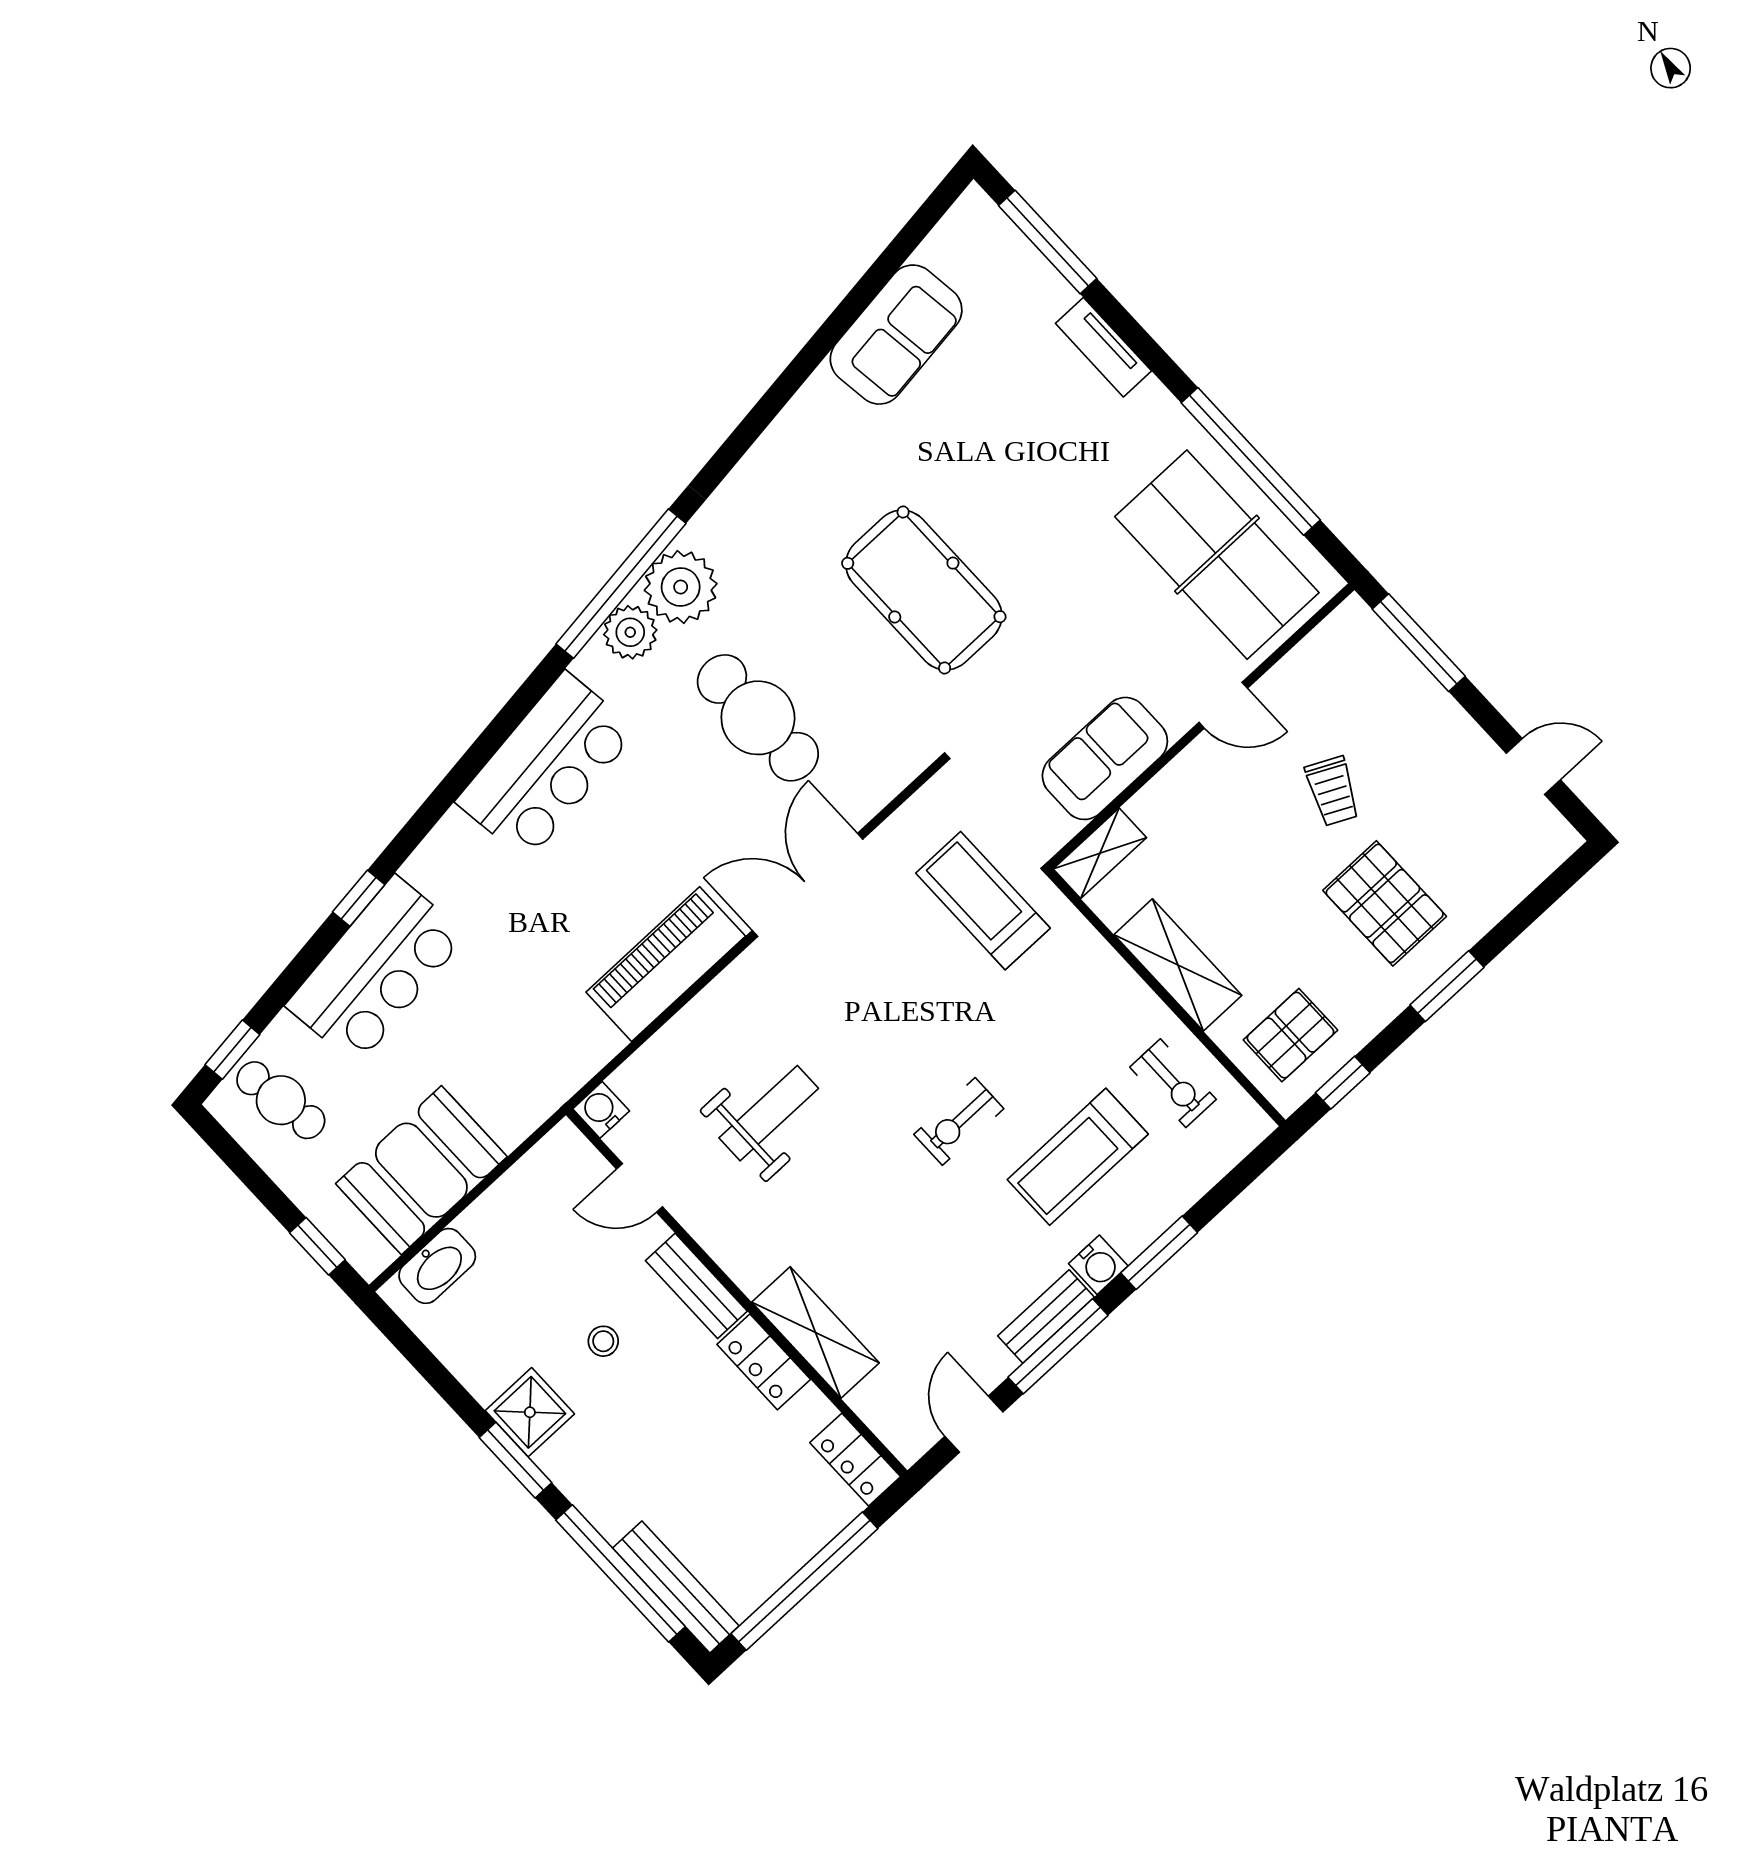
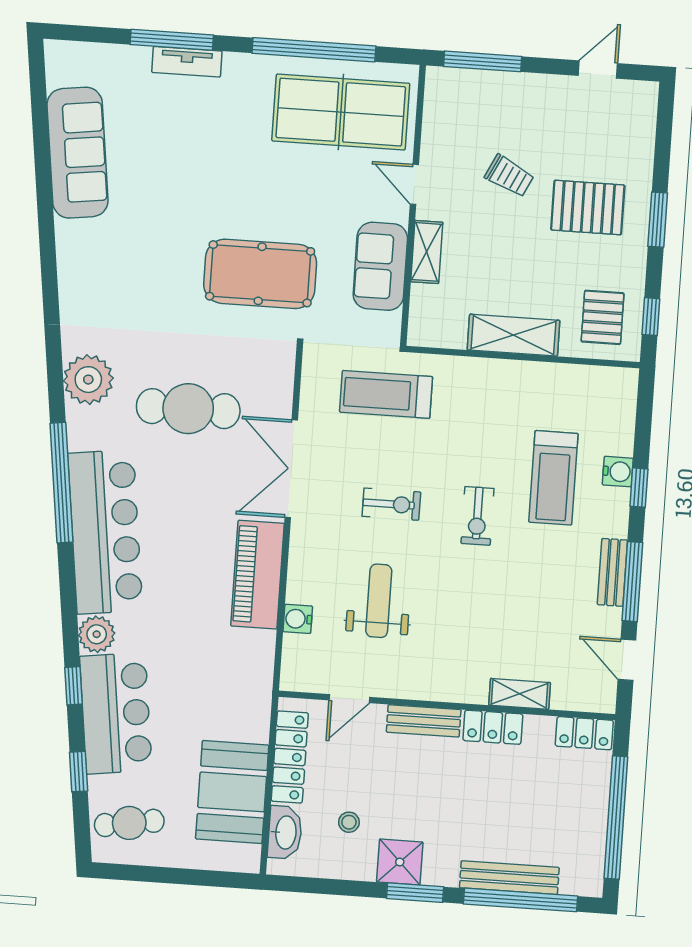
window: (1048, 242) -> (172, 40), moved
sofa: (896, 335) -> (77, 153), width x1.36
window: (621, 584) -> (61, 483), moved
pool table: (924, 590) -> (260, 274), moved
plant: (630, 632) -> (97, 634), moved
door: (1223, 705) -> (414, 184), swing flipped
bar counter: (546, 766) -> (105, 532), width x1.36
shelving: (1100, 853) -> (427, 252), moved
window: (232, 1050) -> (79, 772), moved
exercise bike: (1173, 1083) -> (391, 504), moved
water cooler: (601, 1110) -> (298, 619), moved
locker: (518, 1190) -> (290, 757), added
window: (317, 1246) -> (216, 879), removed
window: (1159, 1253) -> (639, 488), width x0.67
water cooler: (1098, 1265) -> (618, 472), moved
shelving: (815, 1333) -> (520, 694), width x0.67, depth x0.75
stool: (603, 1341) -> (349, 822), moved
bench: (676, 1587) -> (509, 878), moved

